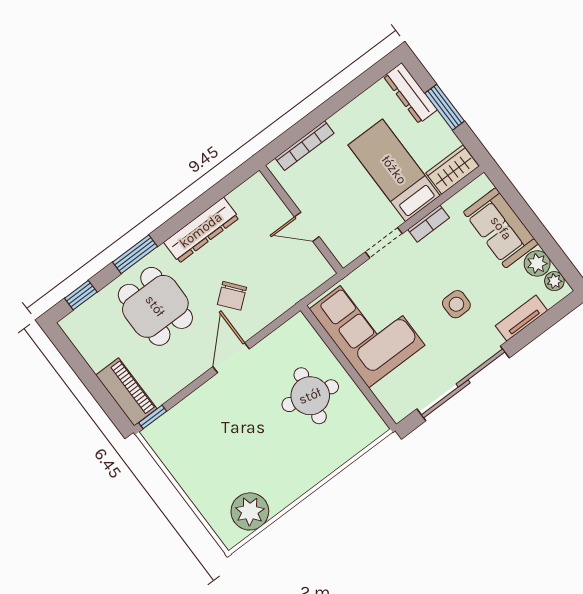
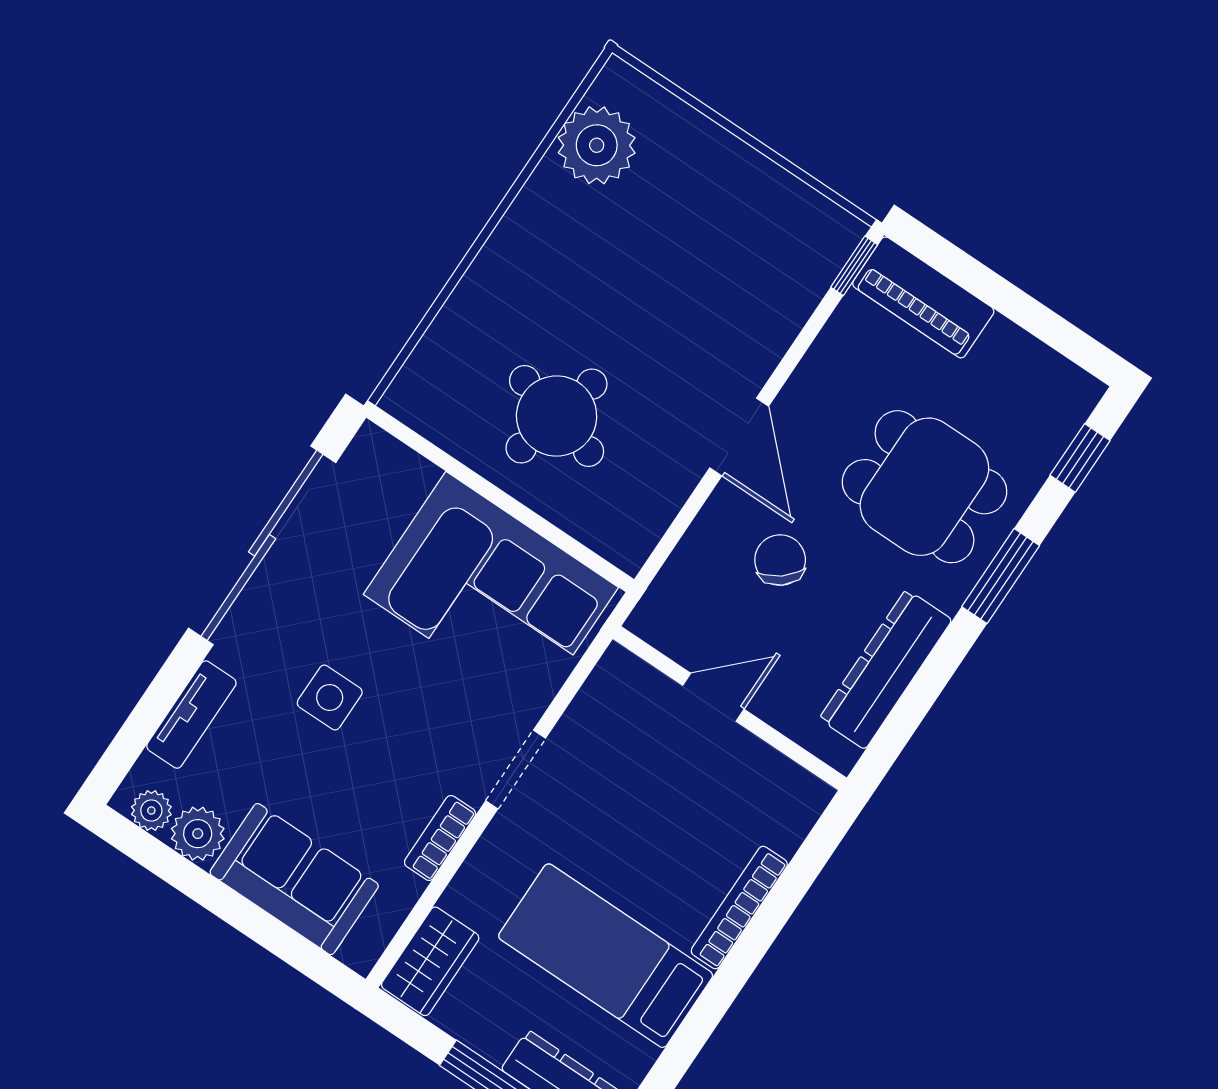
bed: (394, 170) -> (606, 956), moved, turned 180
wall: (301, 219) -> (730, 708), moved
door: (307, 227) -> (713, 697), moved

